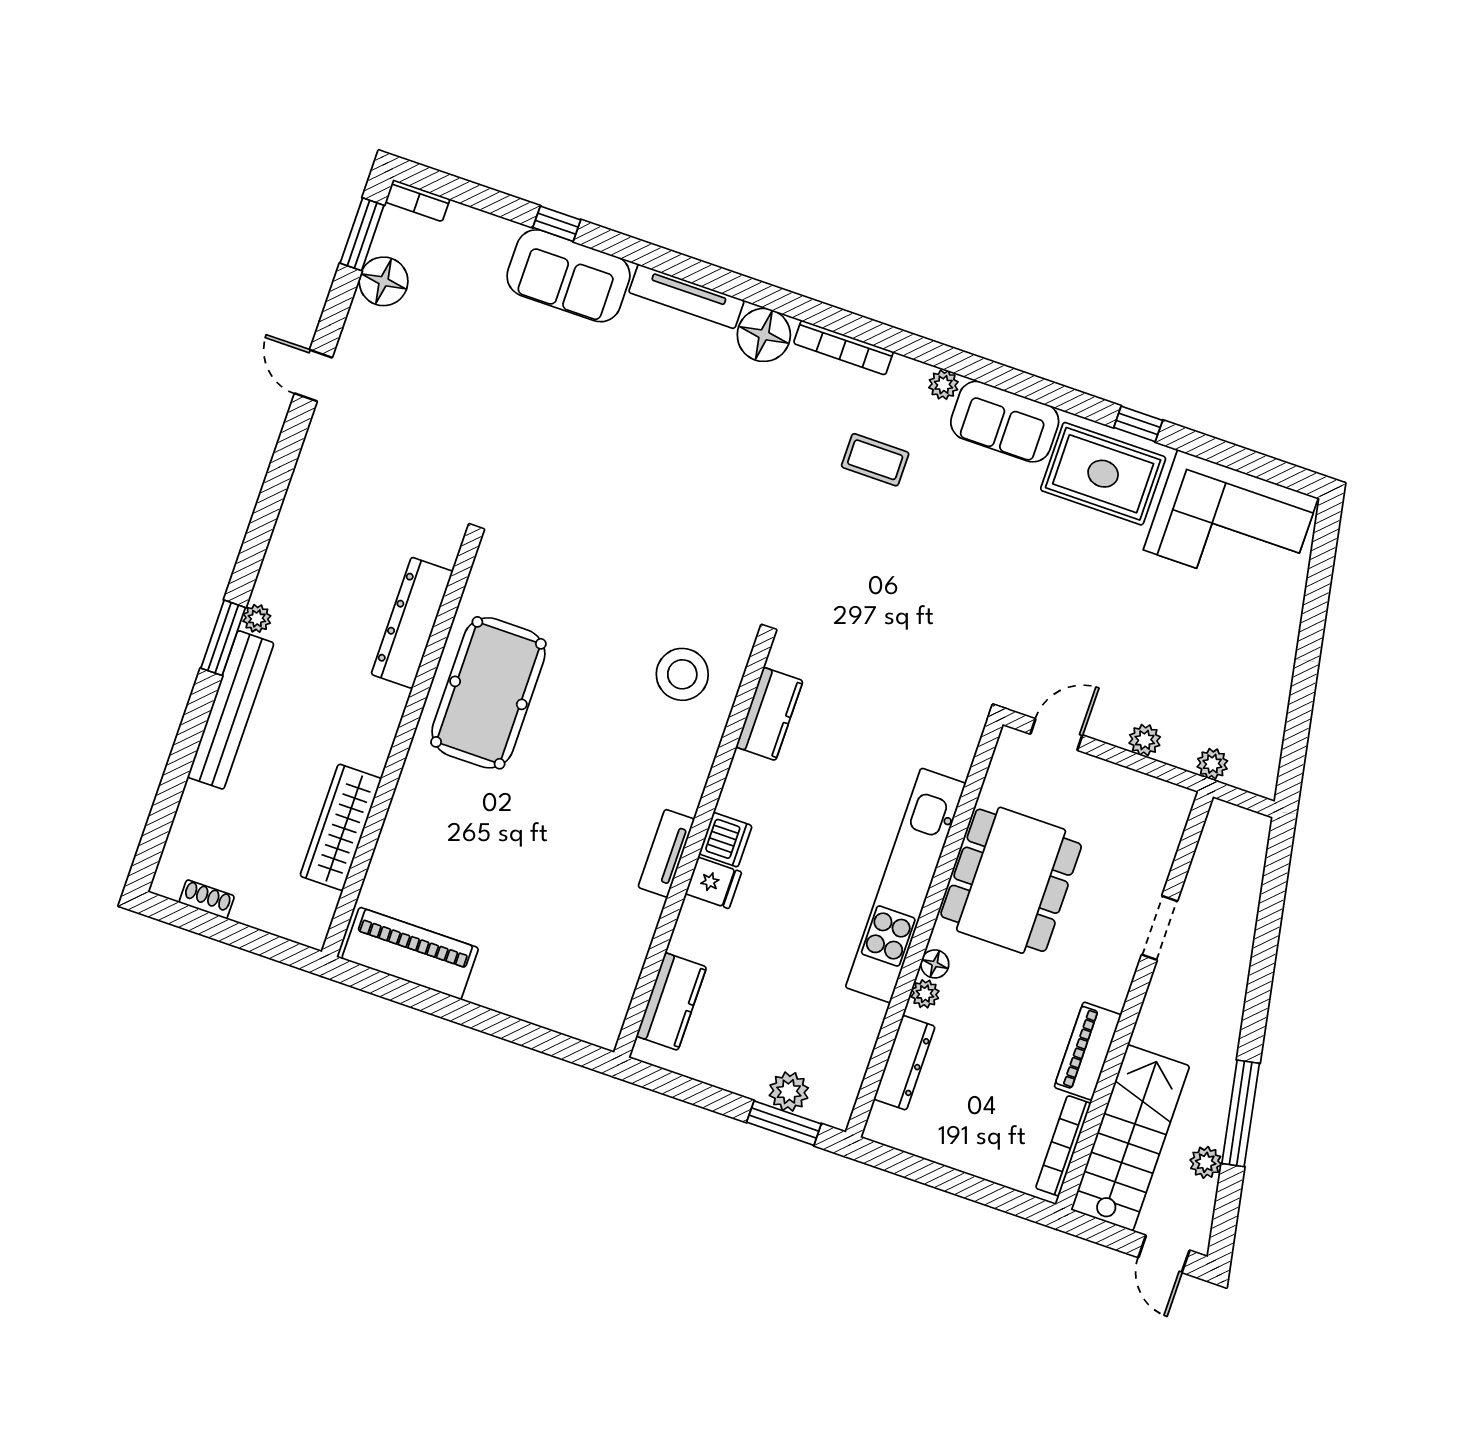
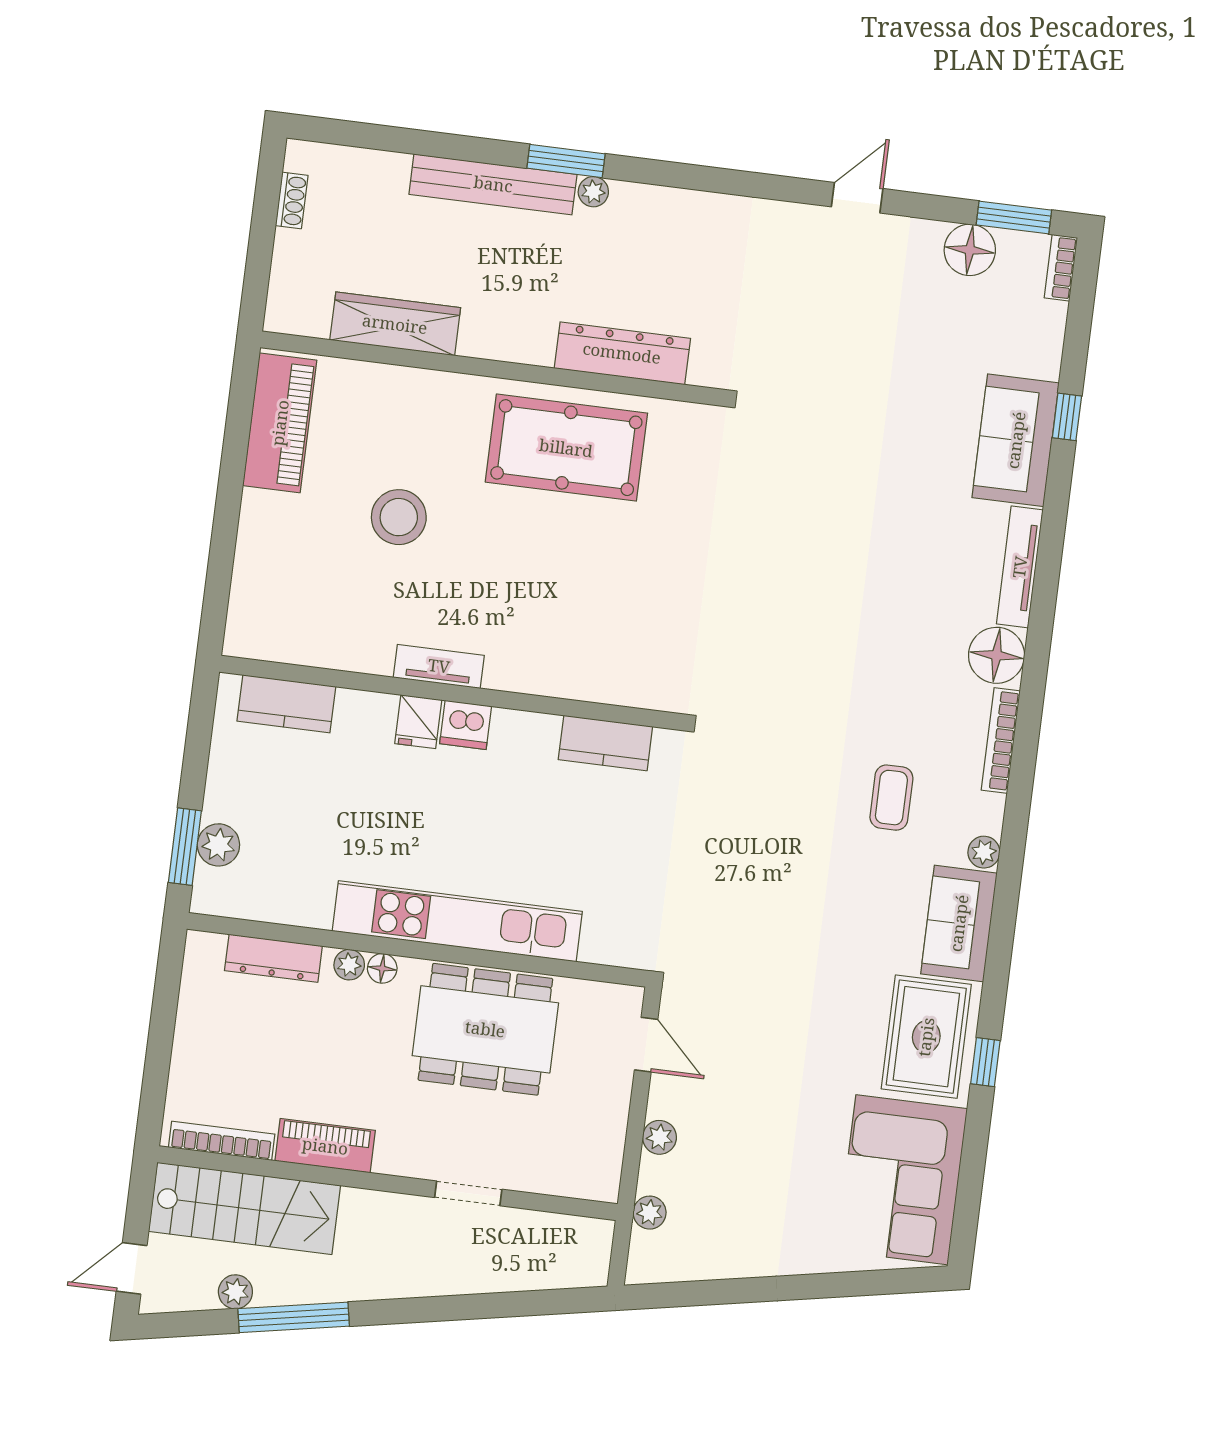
stool: (682, 674) -> (399, 517), moved

